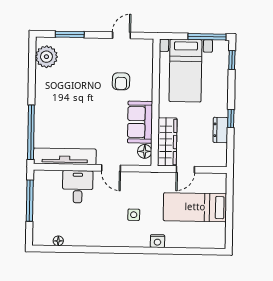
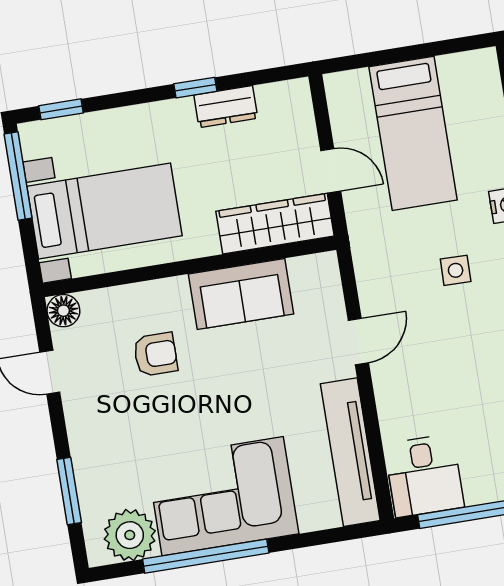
corner sofa: (56, 99) -> (223, 496), added
window: (31, 132) -> (206, 556), moved
floor lamp: (145, 151) -> (63, 311), moved
desk: (78, 187) -> (424, 476), moved, turned -90

